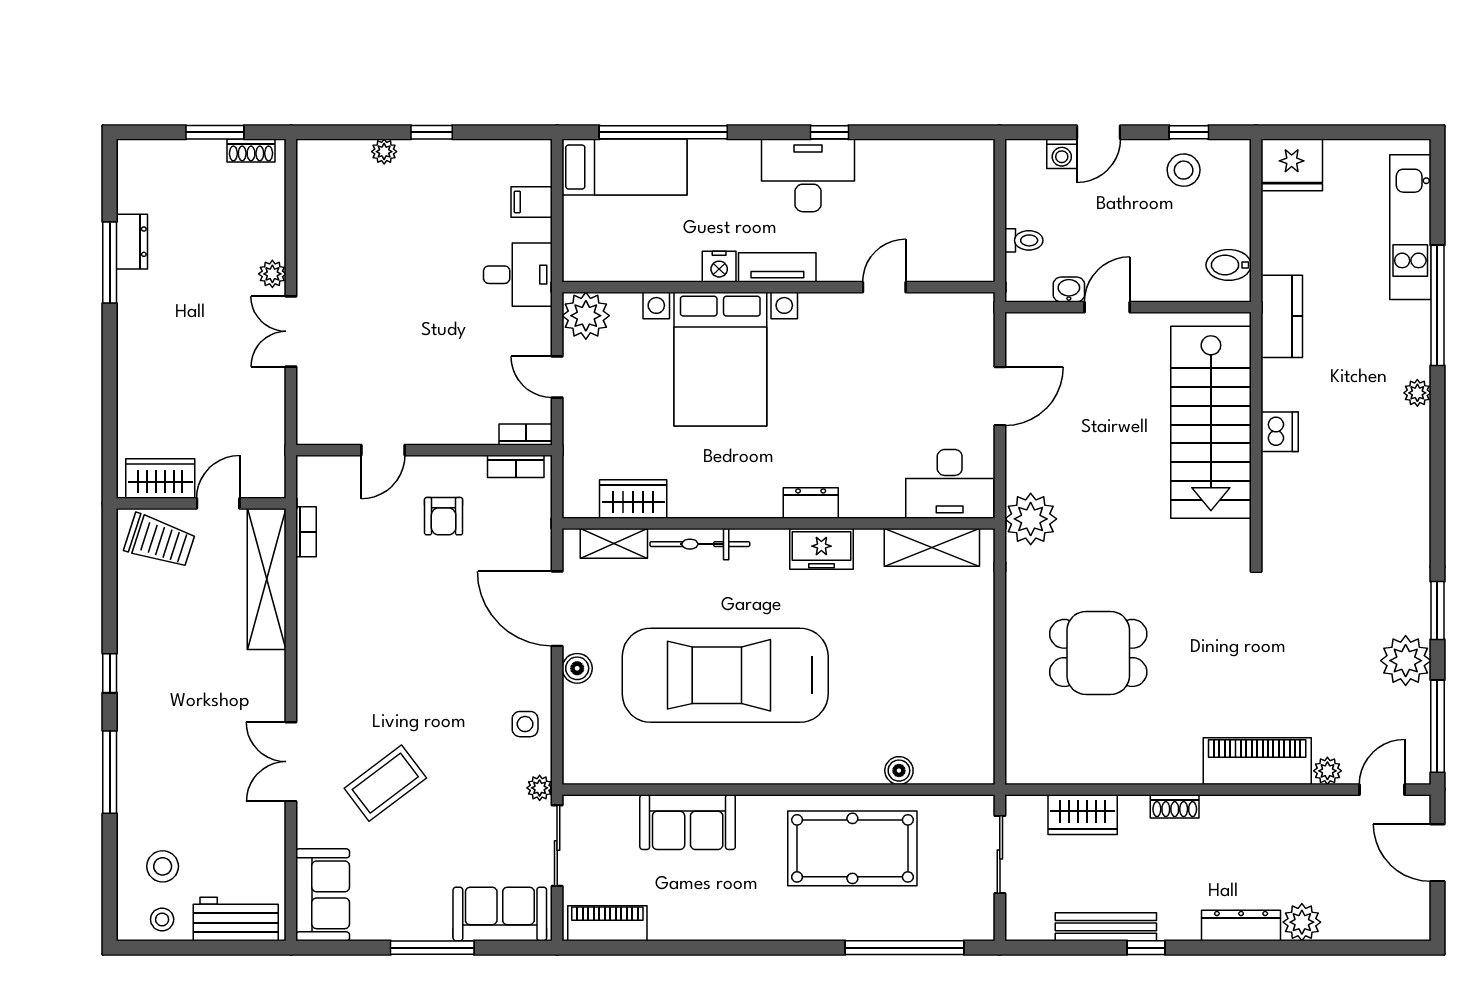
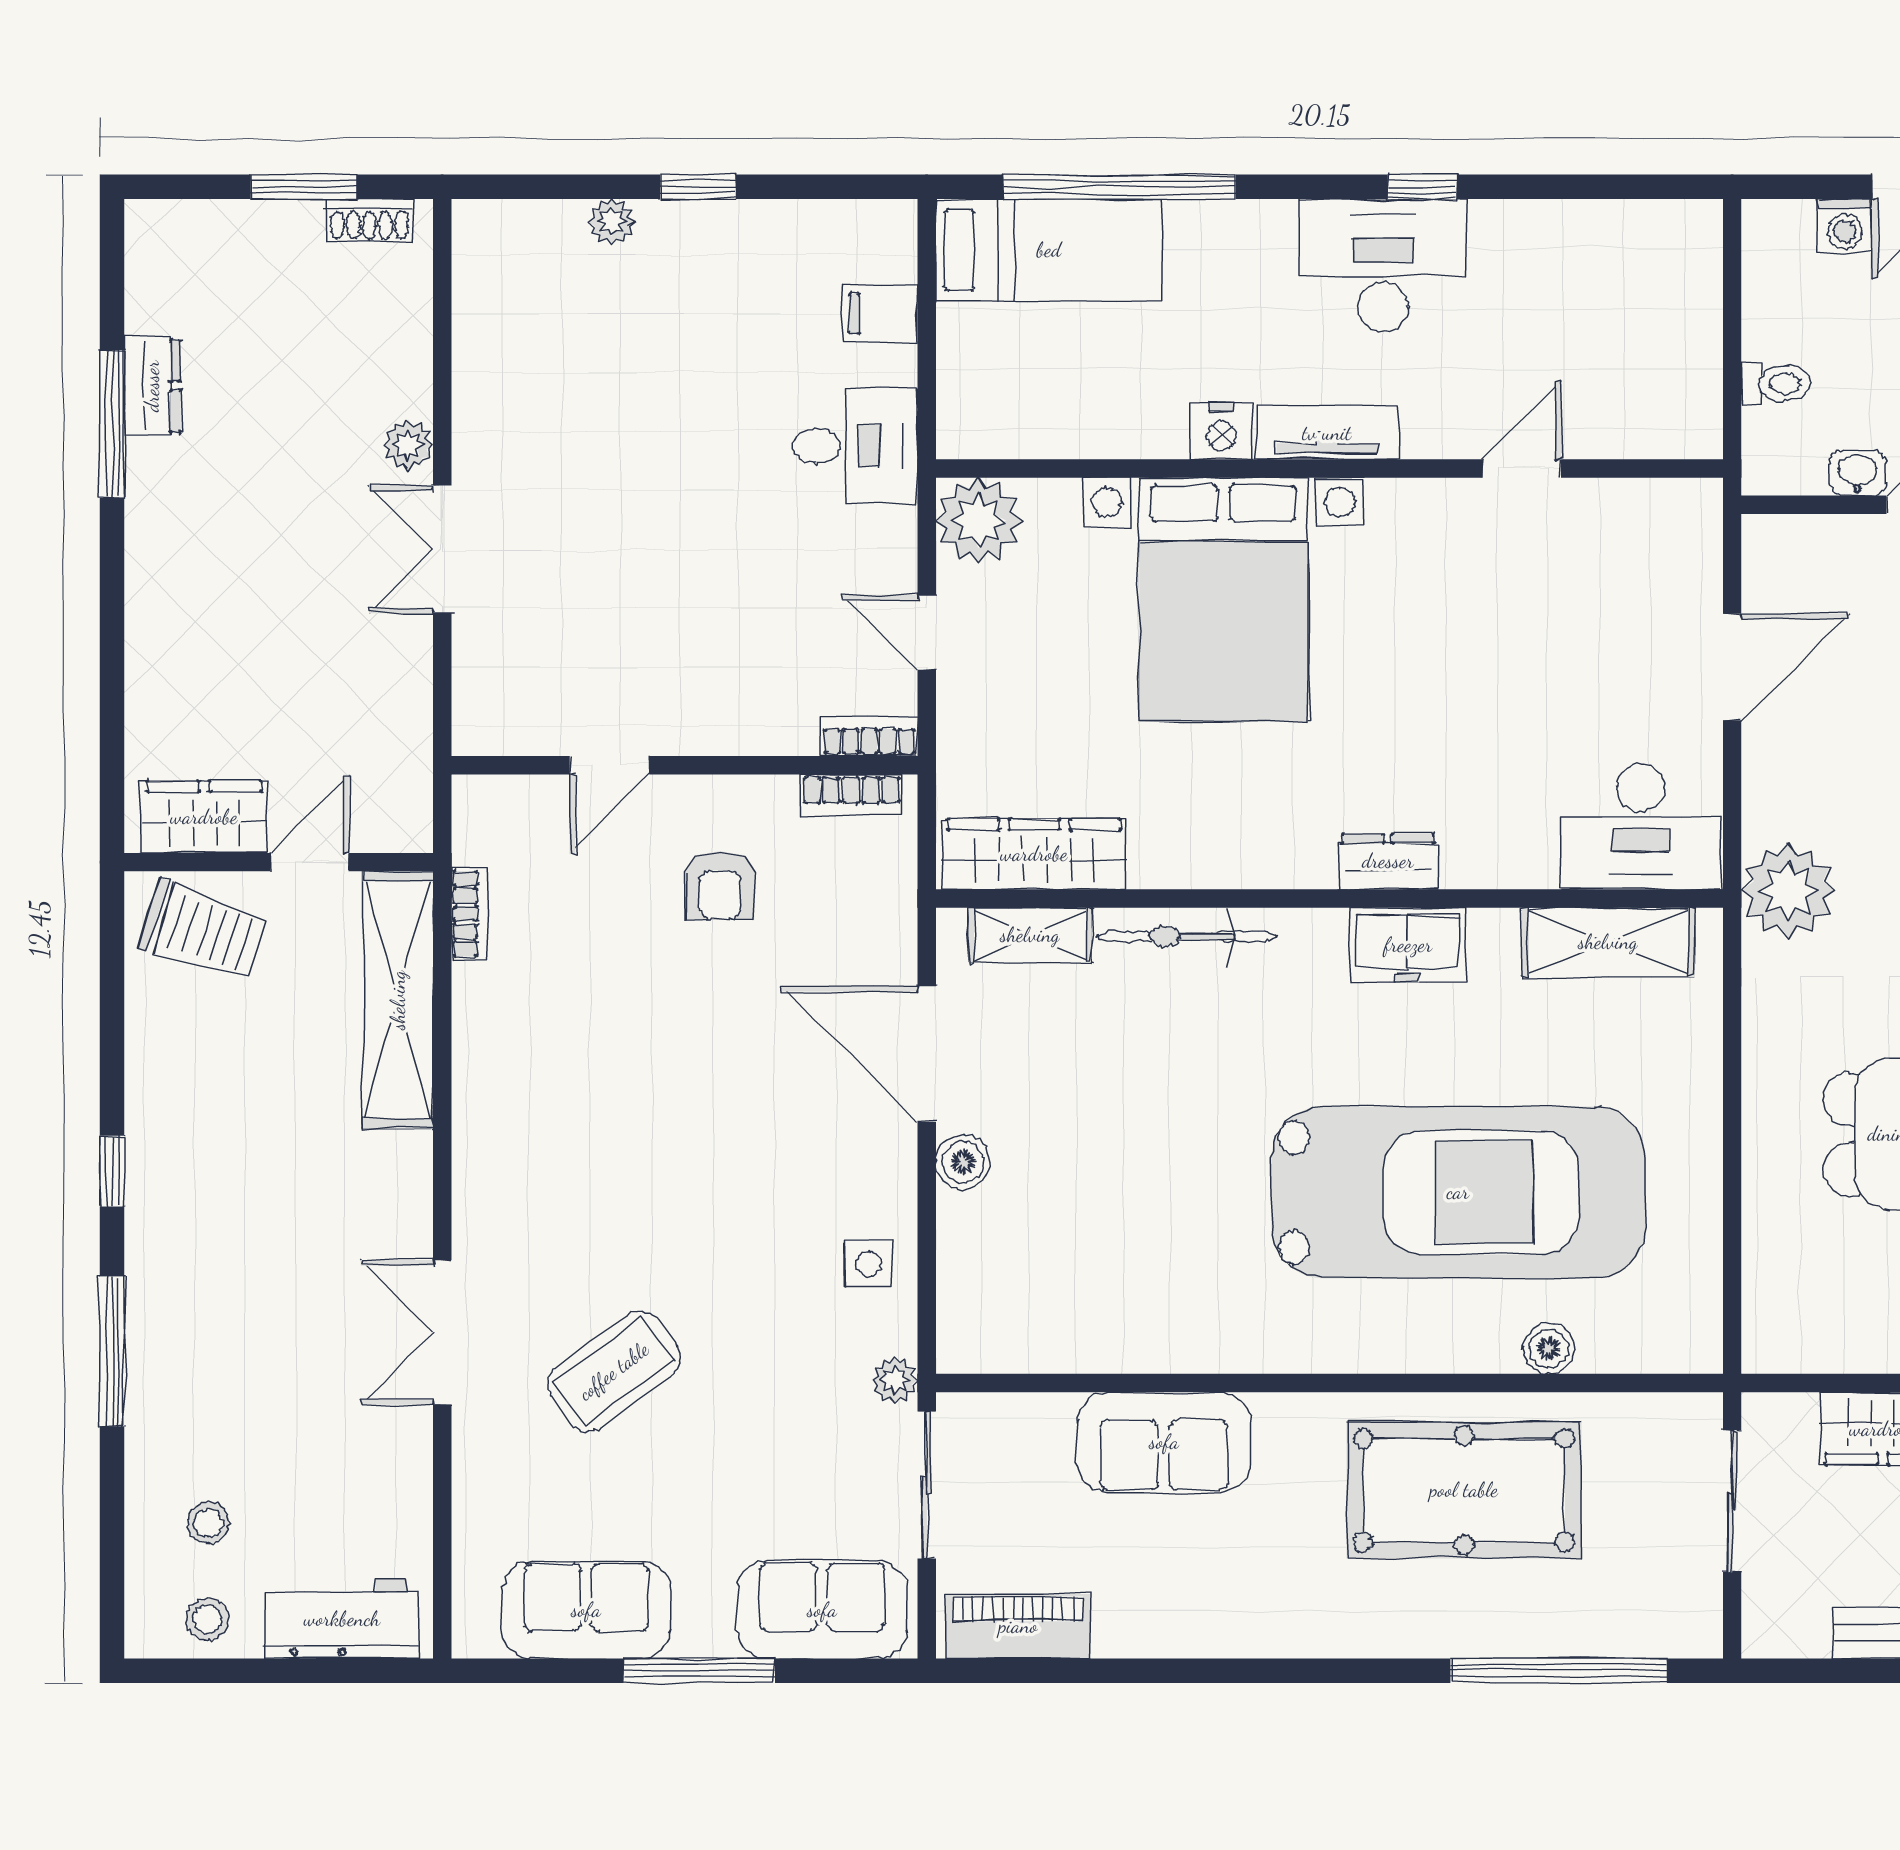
wardrobe: (633, 499) -> (1034, 854), width x1.50
car: (725, 675) -> (1458, 1192), moved, turned 180
stool: (163, 866) -> (209, 1523), width x0.73, depth x0.73
sofa: (323, 895) -> (586, 1610), moved, turned -90

